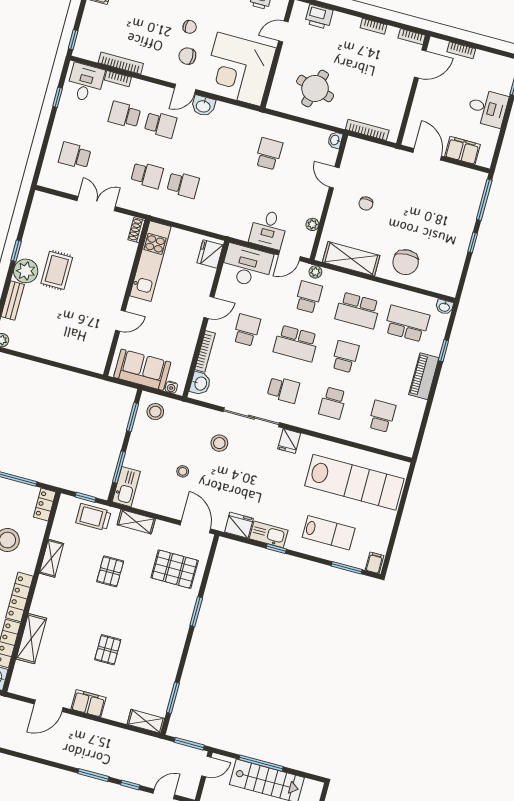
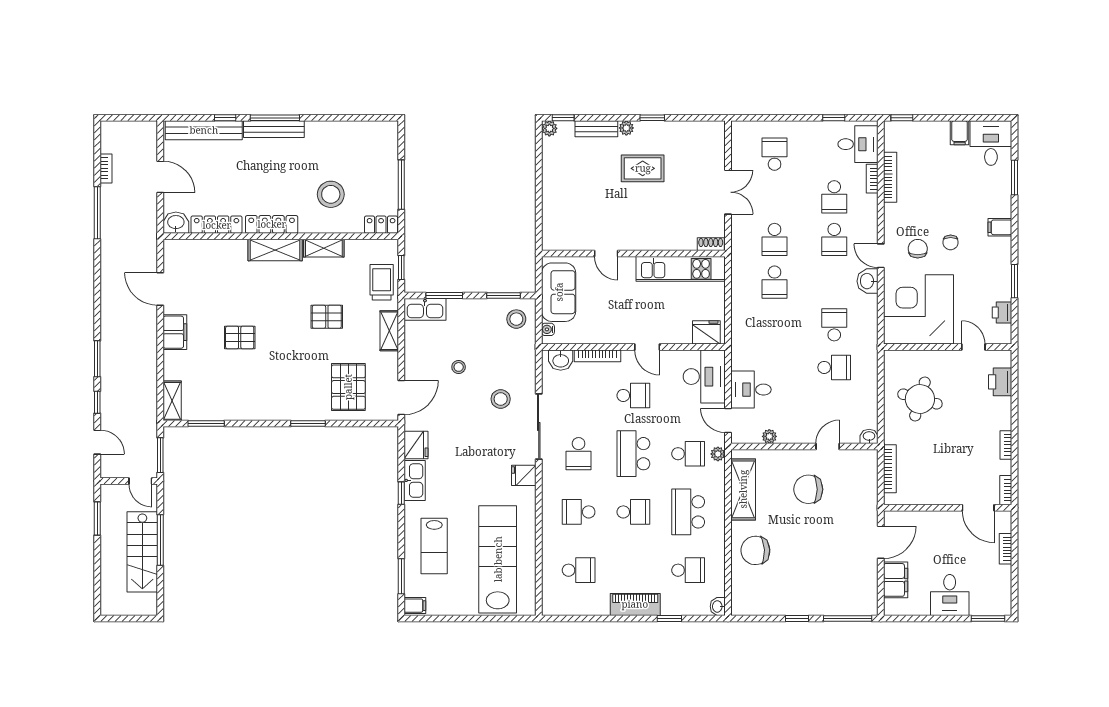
school desk: (125, 115) -> (834, 197), turned 180
school desk: (233, 144) -> (834, 325), added
chair: (366, 204) -> (808, 489), width x1.87, depth x1.87
plant: (26, 271) -> (626, 128), width x0.53, depth x0.53
school desk: (407, 324) -> (688, 570), width x0.54
lab bench: (354, 482) -> (498, 559), turned 180
shelving: (31, 639) -> (275, 250), moved

